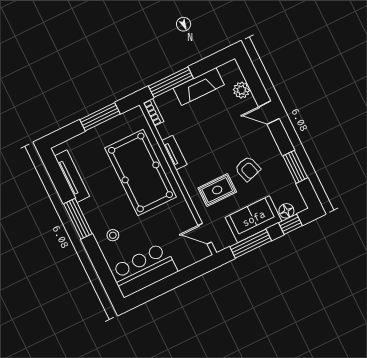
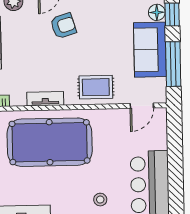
armchair: (248, 169) -> (63, 26), moved
rug: (217, 190) -> (96, 87), moved, turned 90

